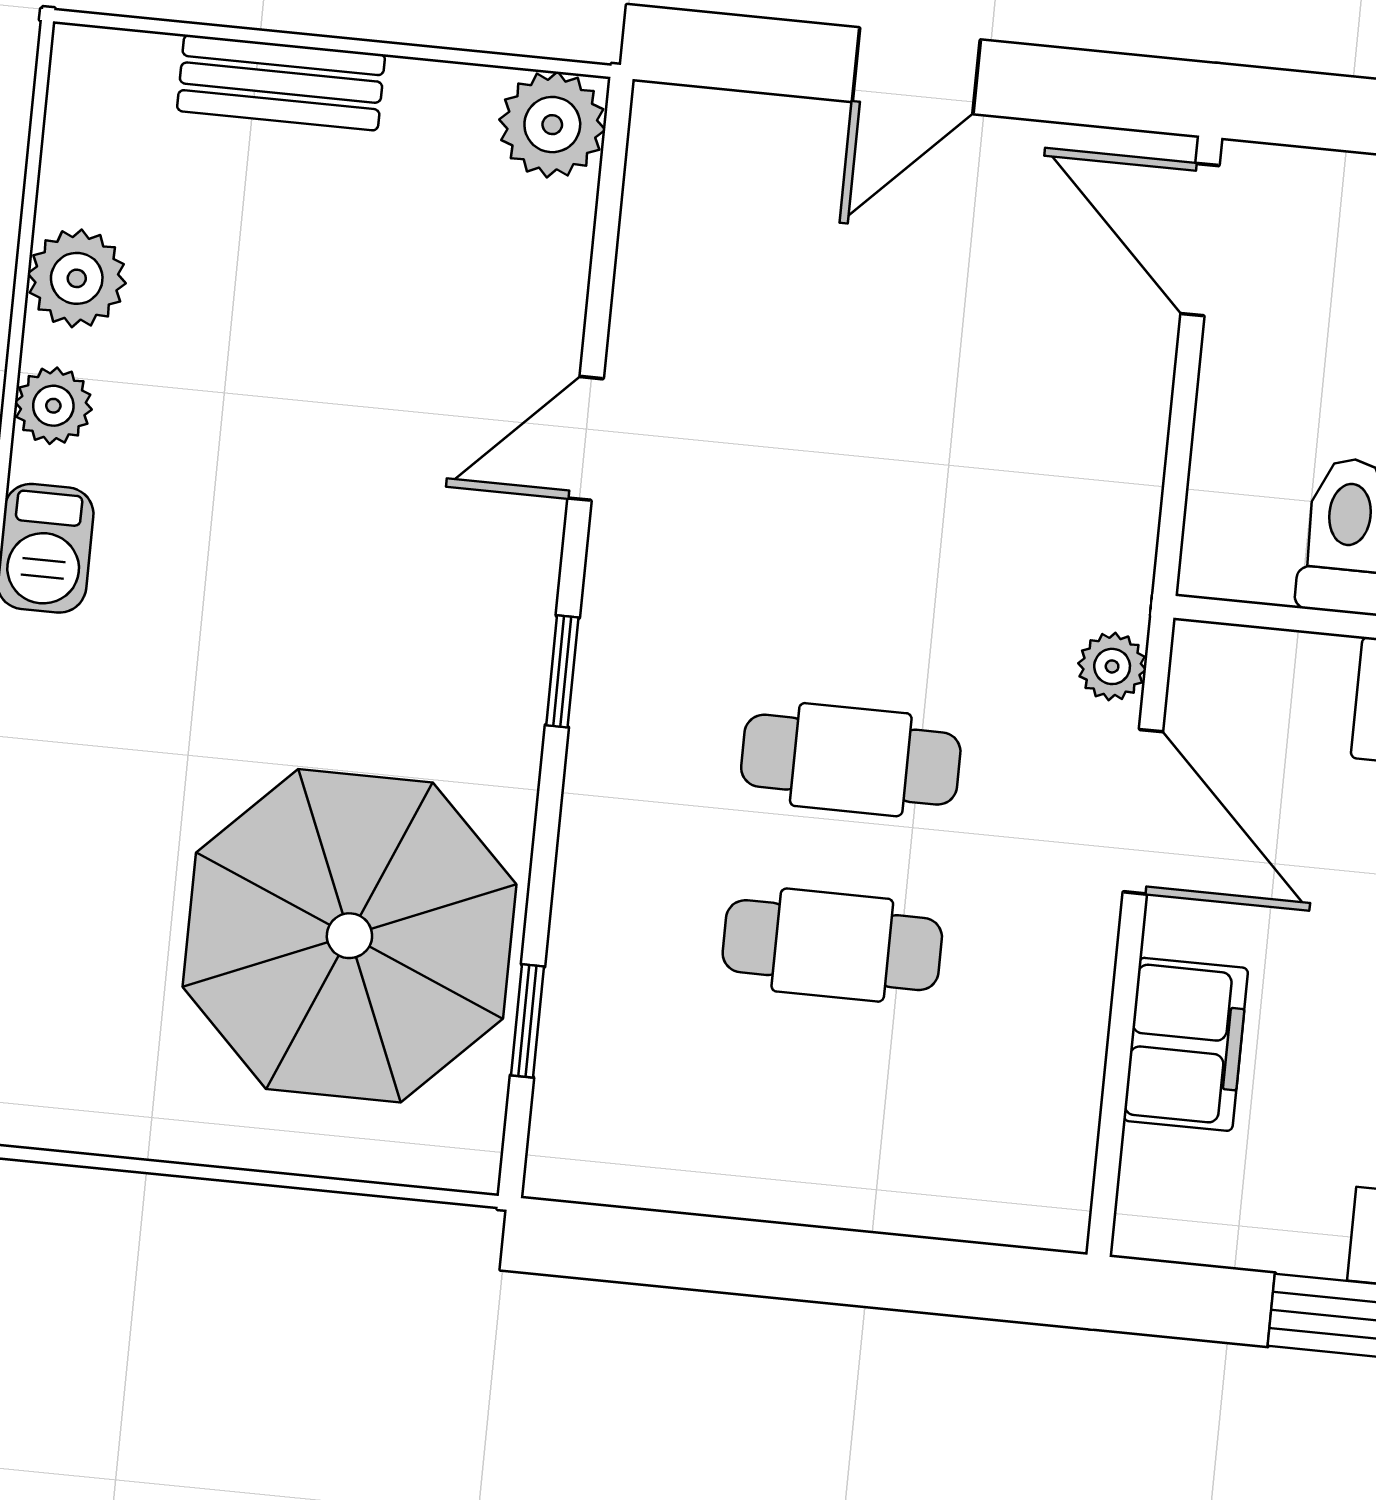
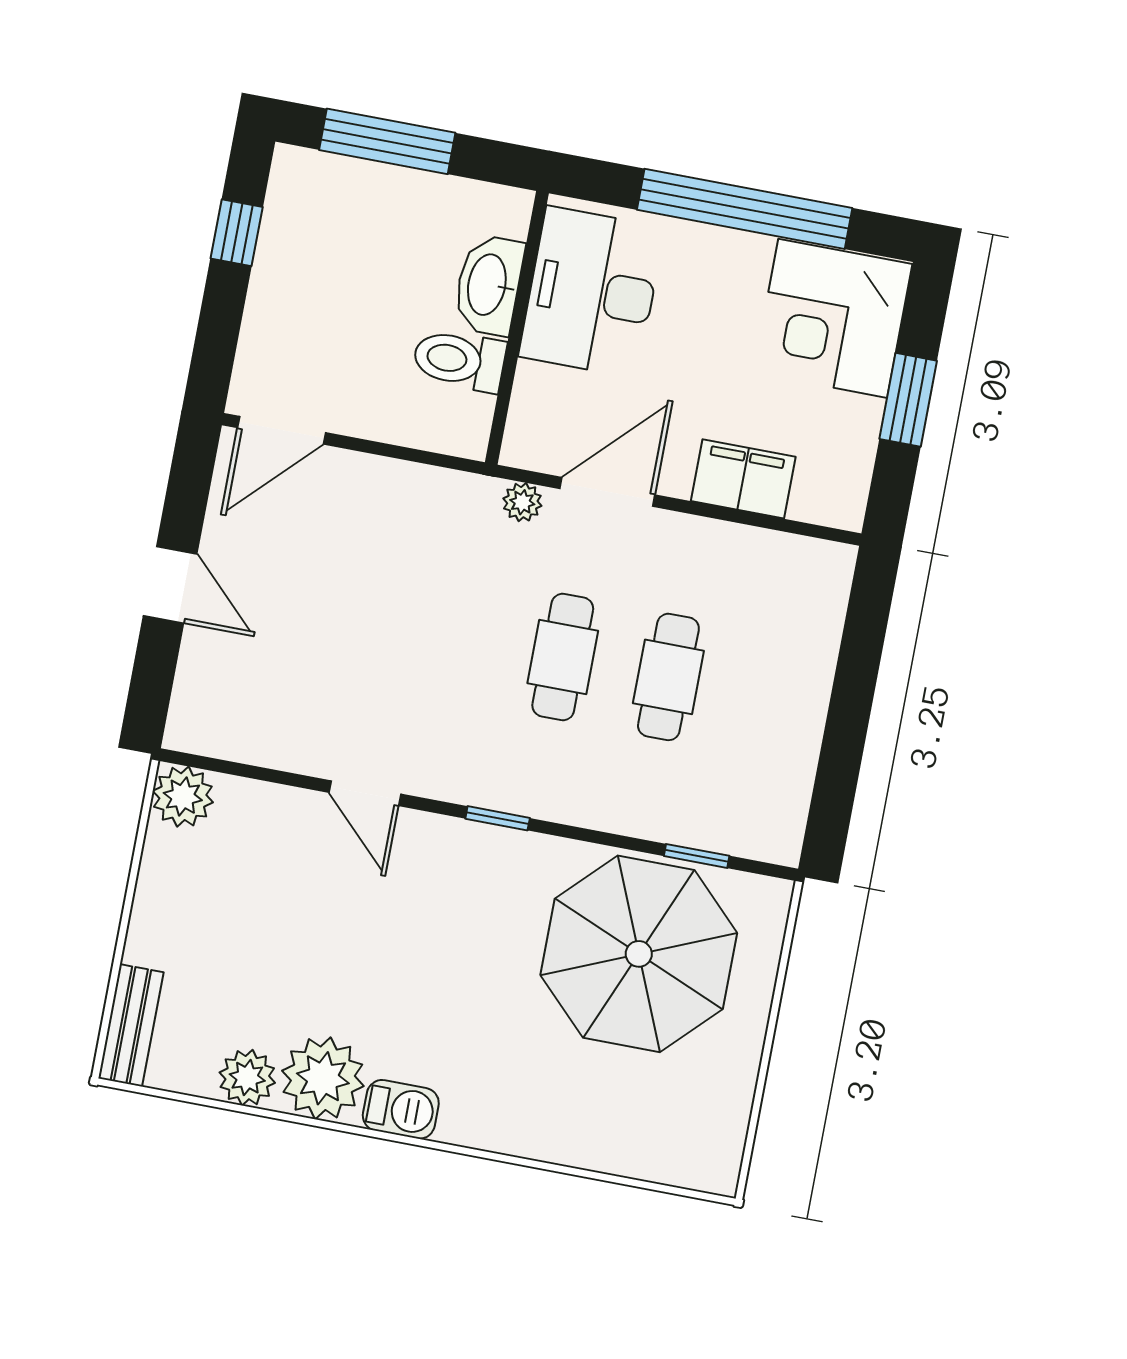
bench: (281, 83) -> (131, 1025), moved
plant: (53, 406) -> (323, 1078), width x1.87, depth x1.87

